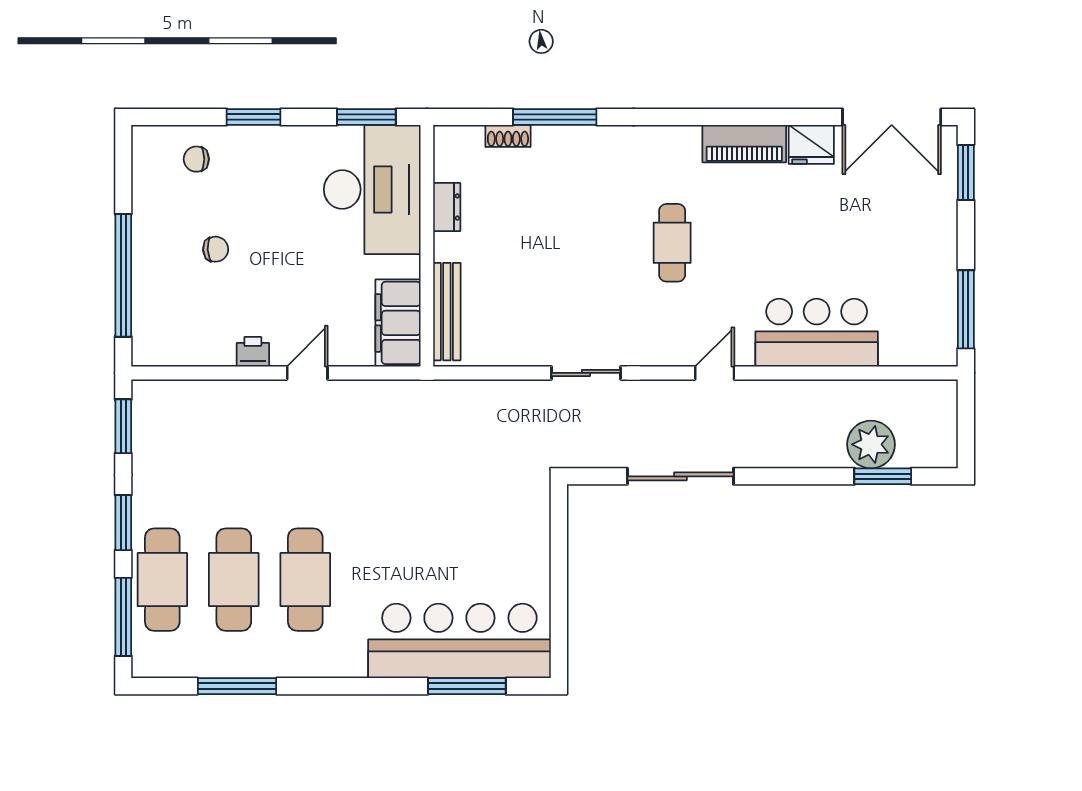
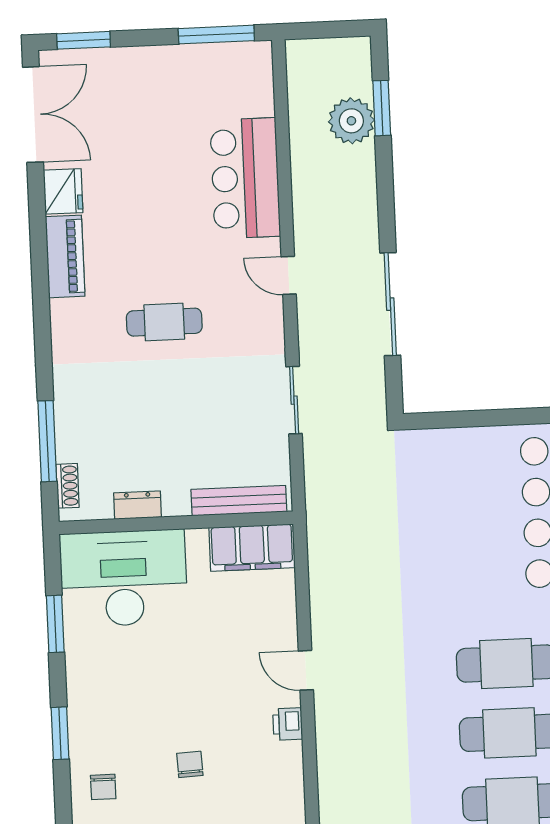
desk: (372, 189) -> (124, 578), moved
dresser: (447, 207) -> (138, 505), moved
wall: (427, 246) -> (176, 523), moved
bench: (447, 312) -> (239, 501), moved
filing cabinet: (398, 323) -> (252, 548), moved

